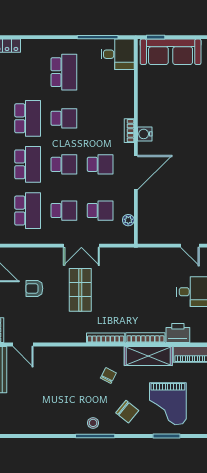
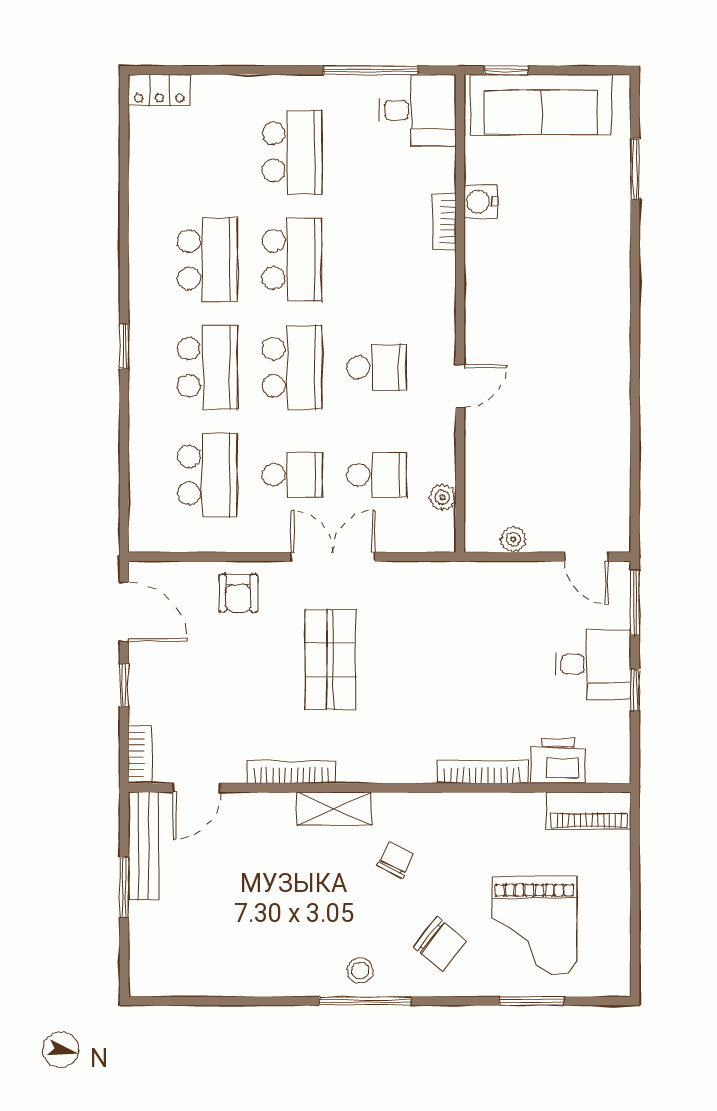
school desk: (64, 118) -> (292, 260), width x1.85
bookcase: (129, 131) -> (445, 222), moved
water cooler: (145, 134) -> (481, 201), moved
school desk: (64, 164) -> (292, 367), width x1.85
door: (136, 173) -> (460, 386), width x0.53
plant: (159, 238) -> (513, 539), added
double door: (81, 246) -> (333, 557), swing flipped
armchair: (34, 288) -> (238, 593), moved, turned -90
bookcase: (106, 338) -> (291, 772), moved
door: (23, 345) -> (197, 788), hinge flipped
shelving: (148, 356) -> (334, 809), moved, width x0.67, depth x0.75

